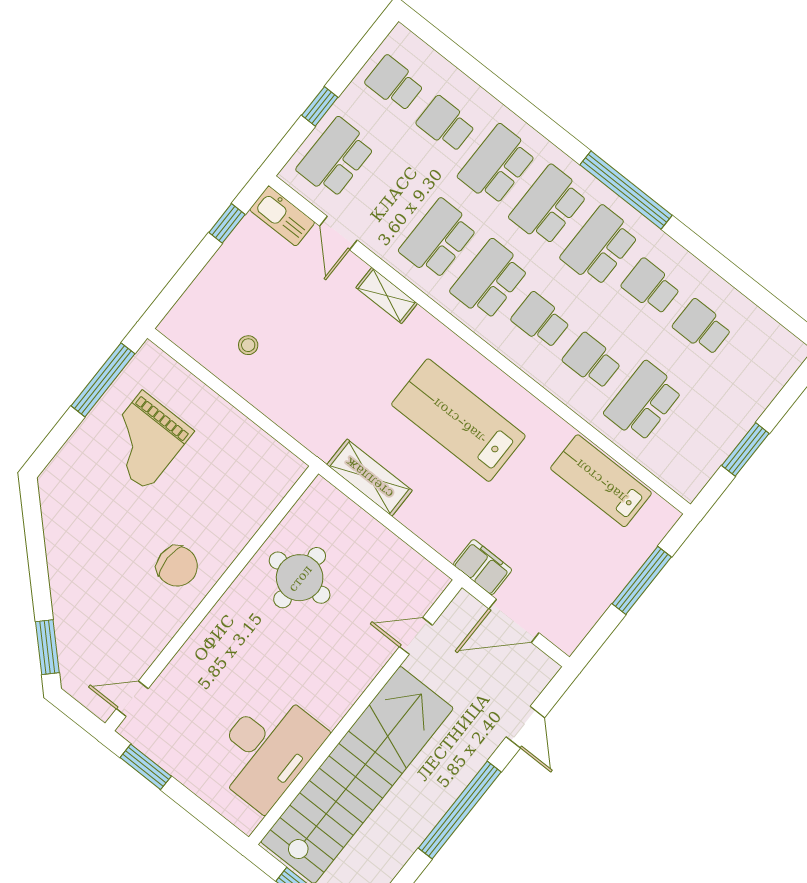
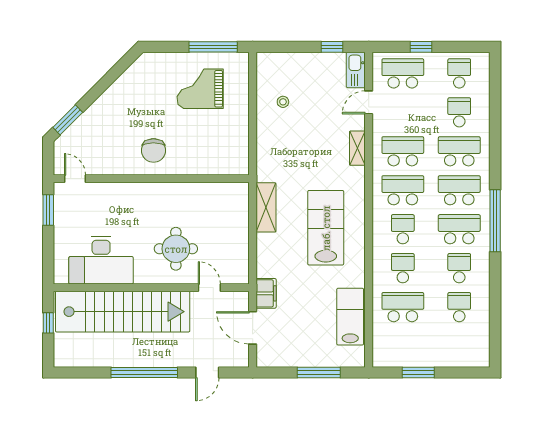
round table: (300, 578) -> (176, 249), moved

